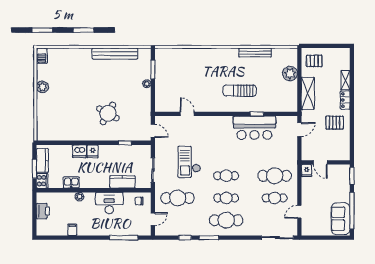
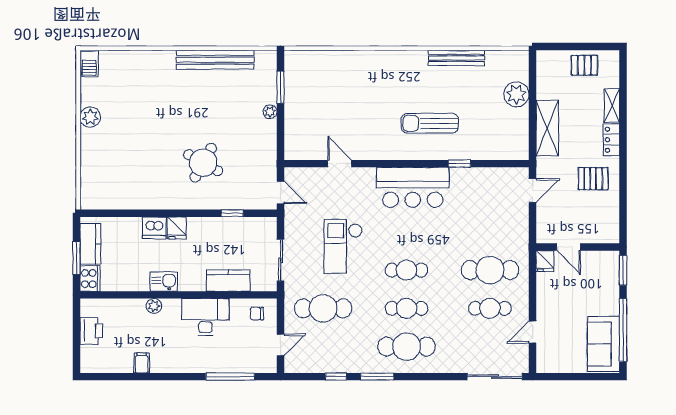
pallet: (314, 61) -> (584, 65), moved
bar counter: (254, 128) -> (413, 187), moved
kitchen sink: (71, 182) -> (164, 282), moved

